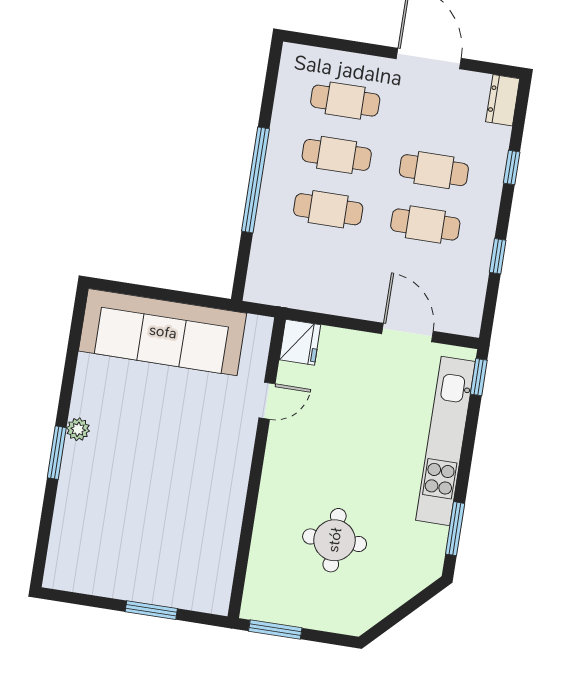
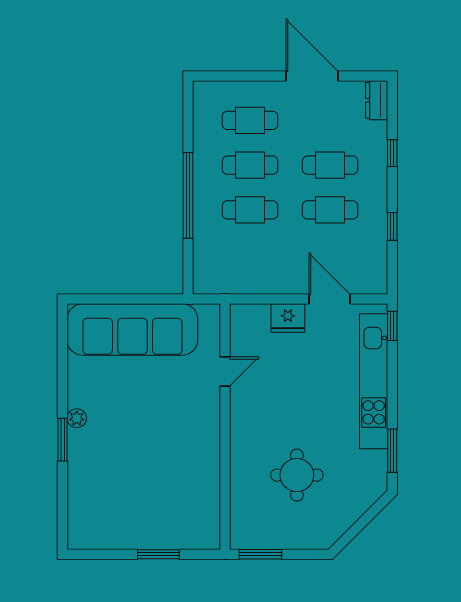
fridge: (300, 342) -> (288, 318), moved, turned 90

